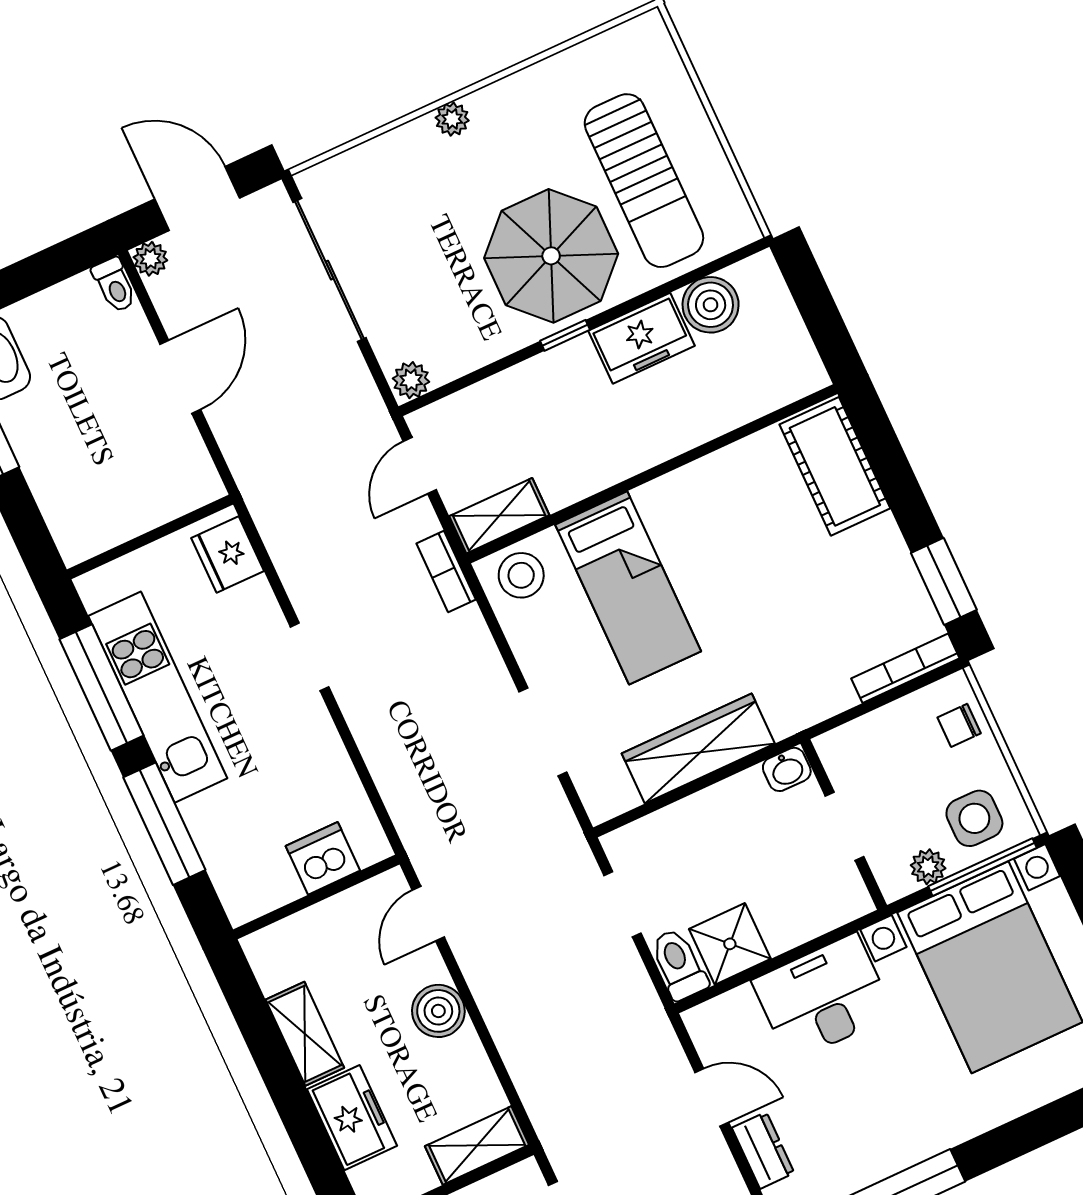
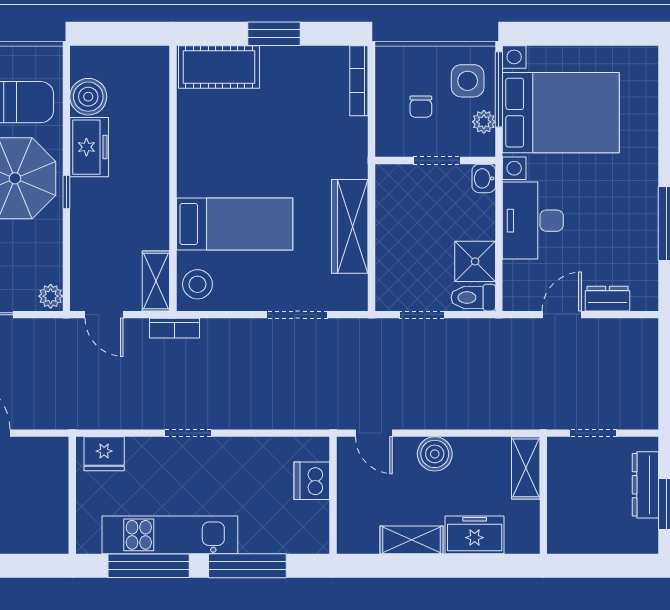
window: (944, 581) -> (274, 34), moved
chair: (959, 725) -> (421, 107), moved
washbasin: (787, 769) -> (484, 178), moved, turned 180

